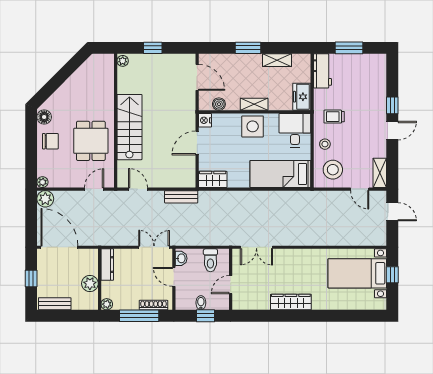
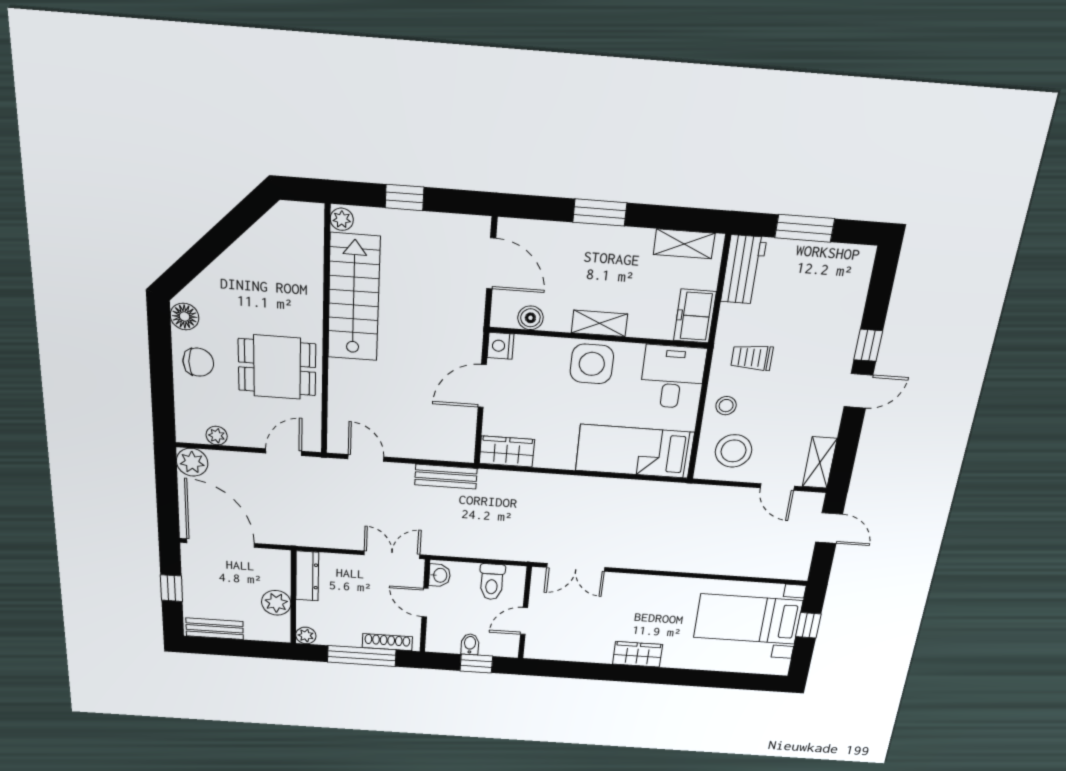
shelving: (277, 60) -> (684, 244), moved
stairs: (129, 127) -> (354, 298), moved
dining table: (91, 141) -> (277, 367), turned 90
plant: (42, 182) -> (217, 436), moved
wardrobe: (291, 302) -> (638, 654), width x0.67

